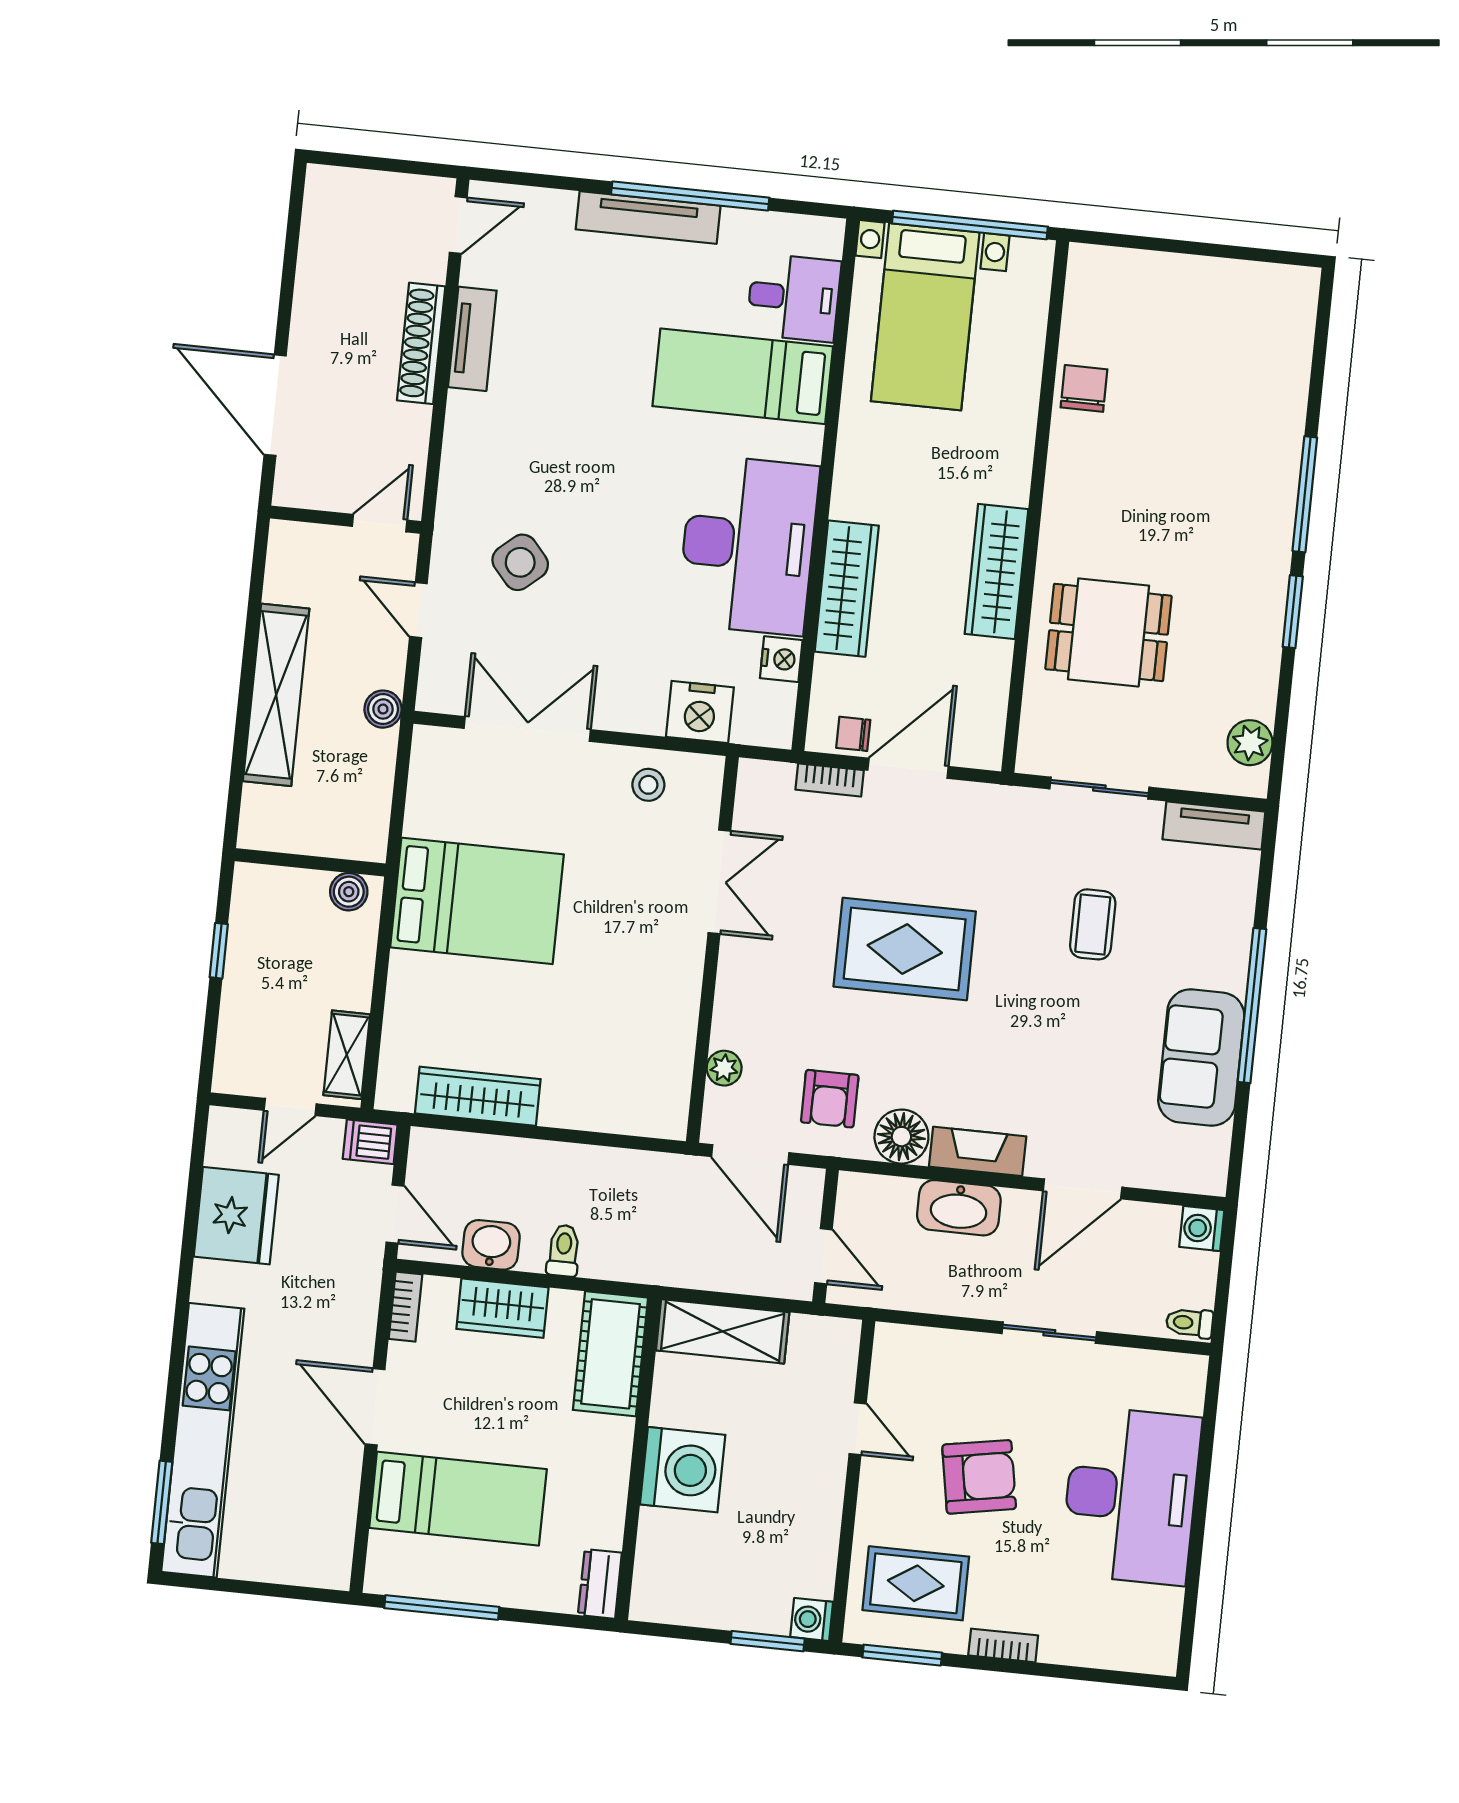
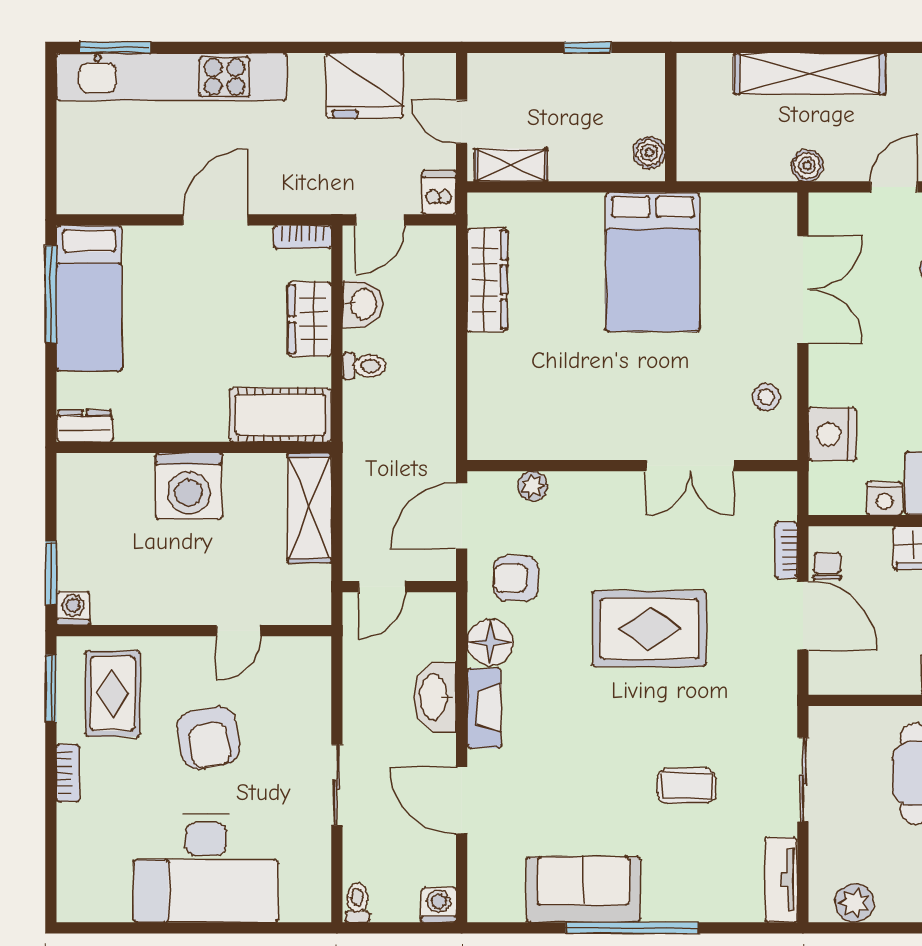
rug: (905, 949) -> (649, 629), turned 90
bed: (458, 1499) -> (89, 298), moved

